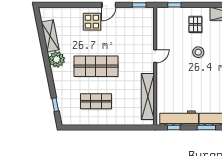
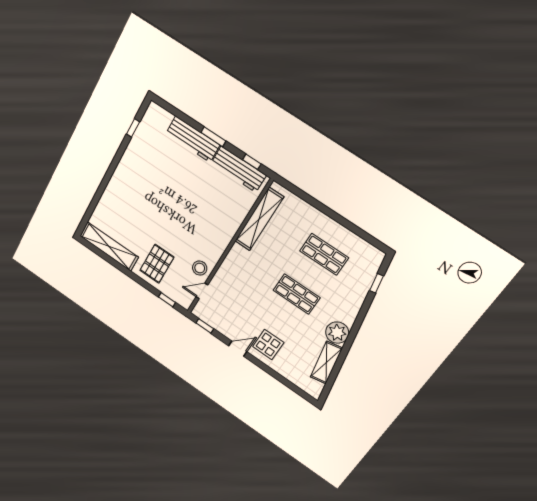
pallet: (195, 24) -> (157, 264), width x1.50, depth x1.42
stool: (198, 52) -> (200, 268), moved
door: (155, 56) -> (202, 291), moved
shop shelf: (96, 66) -> (297, 294), width x0.70, depth x0.74

